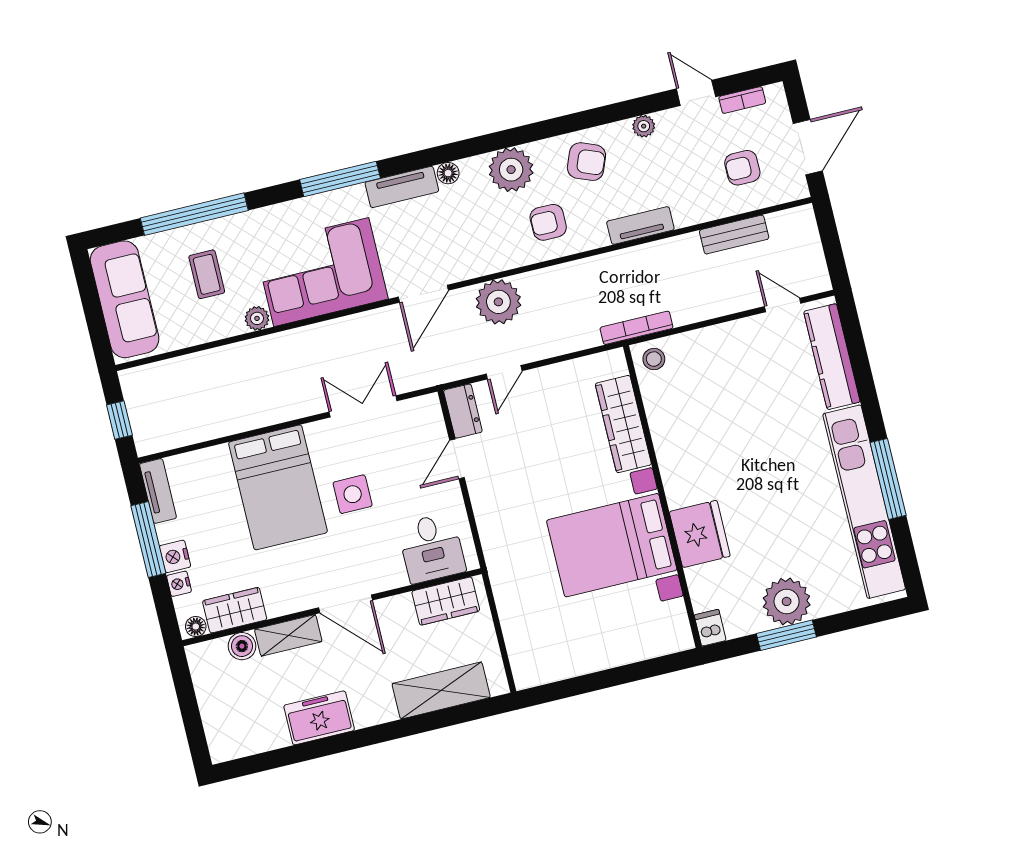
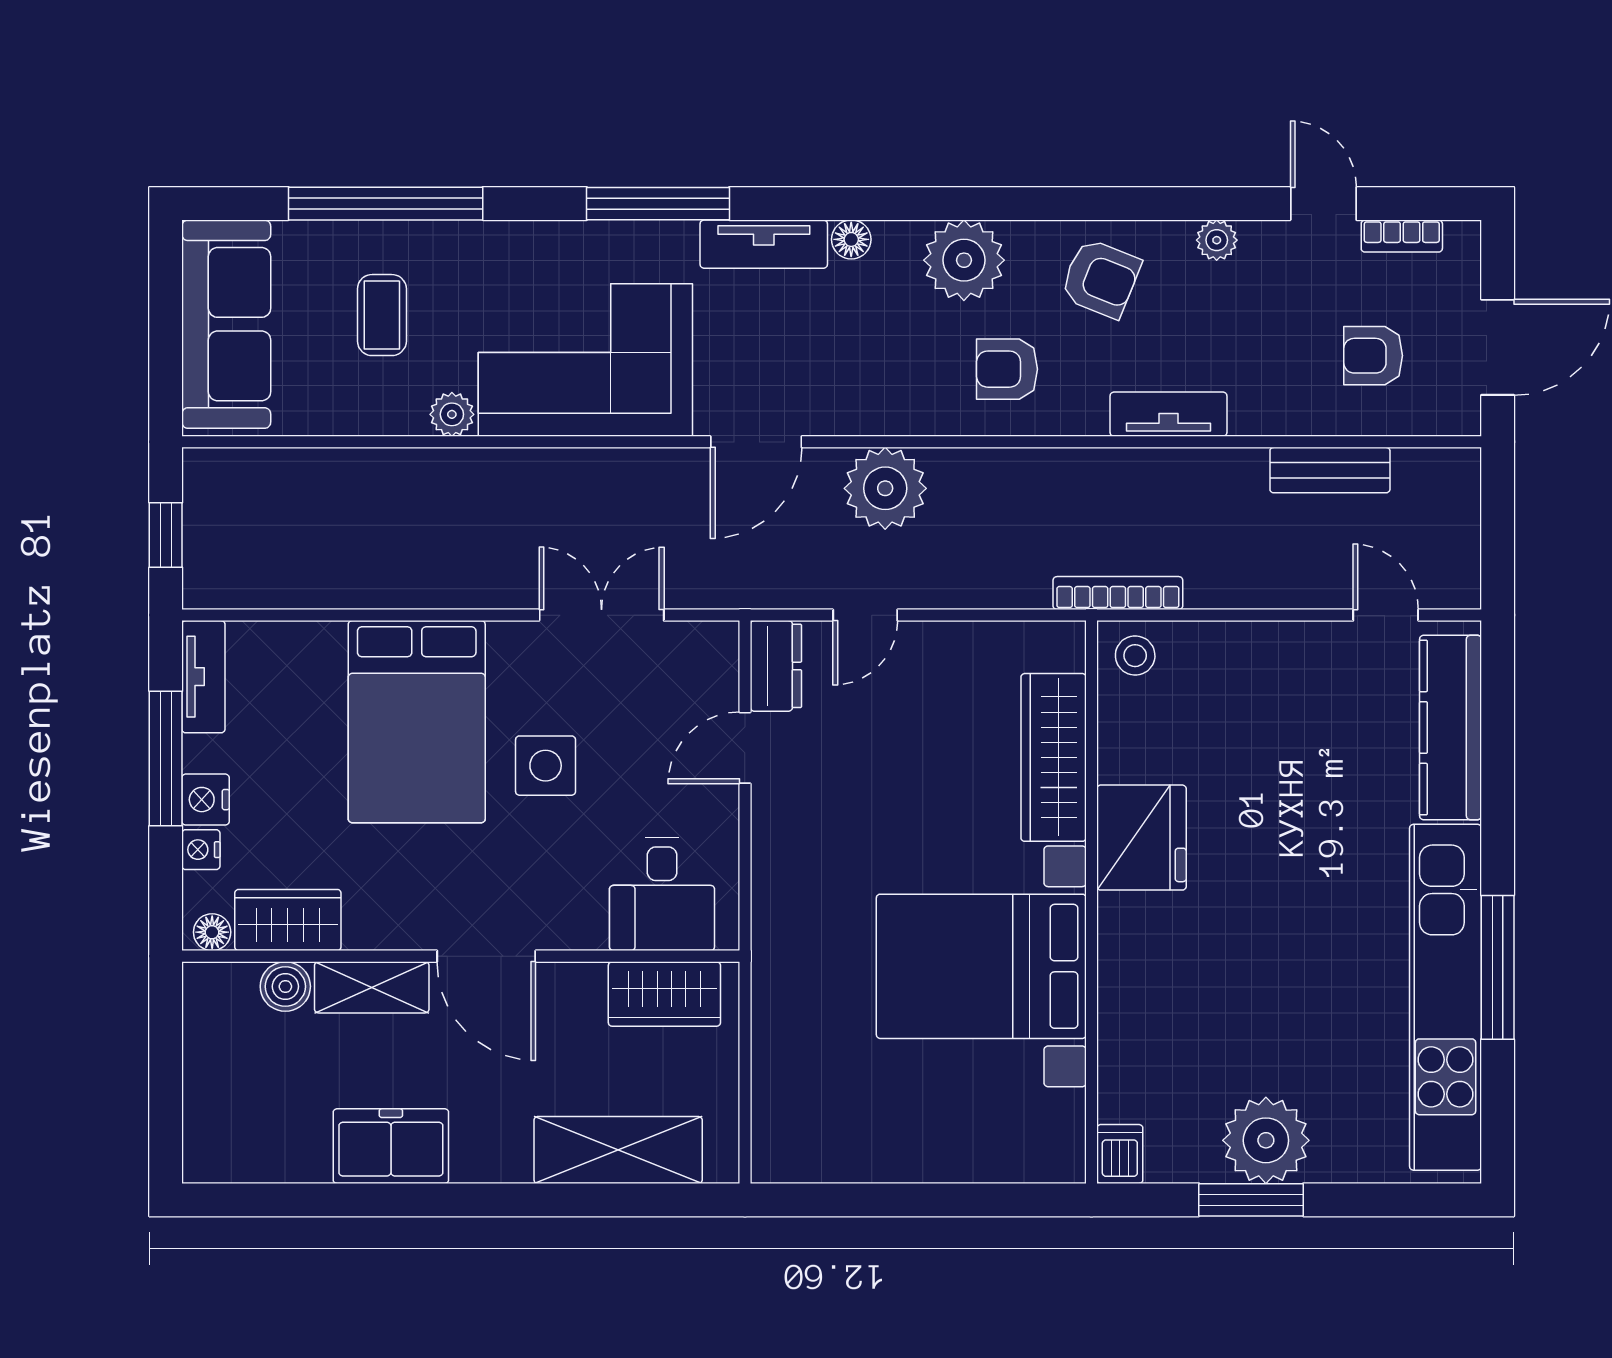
fridge: (700, 534) -> (1141, 838), moved

